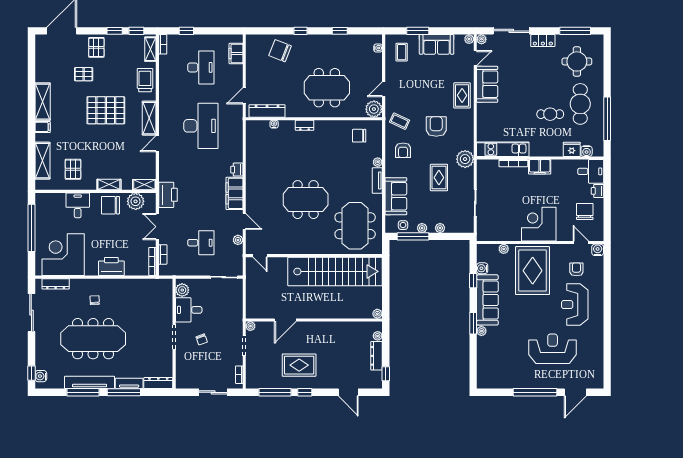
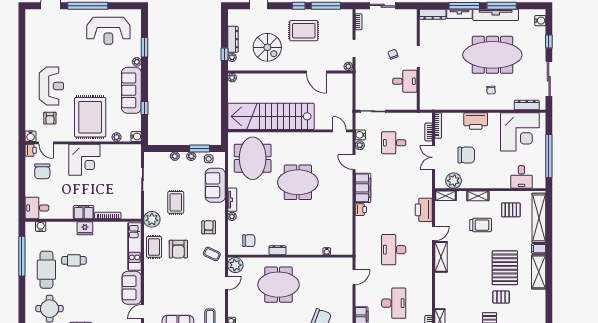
desk: (201, 67) -> (394, 303), turned 180
trolley: (145, 80) -> (481, 225), moved, turned -90
rug: (462, 95) -> (154, 247), moved
pallet: (106, 110) -> (505, 268), moved, turned 90
dresser: (267, 111) -> (333, 263), removed
dresser: (305, 125) -> (278, 250), moved
desk: (201, 126) -> (394, 250), width x0.73, depth x0.77
kitchen unit: (503, 149) -> (135, 246), moved, turned 90
fridge: (572, 149) -> (85, 228), moved
shelving: (42, 161) -> (539, 218), width x1.47
pallet: (73, 169) -> (511, 210), turned 90
printer: (597, 191) -> (31, 150), moved
printer: (168, 195) -> (424, 210), moved
desk: (78, 205) -> (521, 177), moved
chair: (110, 205) -> (466, 155), moved
double door: (157, 227) -> (434, 157), swing flipped
window: (413, 236) -> (199, 148), width x0.69
water cooler: (237, 251) -> (360, 135), added
water cooler: (482, 268) -> (136, 136), moved
plant: (182, 290) -> (411, 99), removed
door: (285, 320) -> (316, 72), swing flipped
window: (473, 323) -> (145, 47), moved
spiral stairs: (339, 347) -> (267, 47), added
reception desk: (553, 349) -> (108, 31), moved
window: (31, 373) -> (549, 41), moved
window: (386, 374) -> (224, 54), moved

